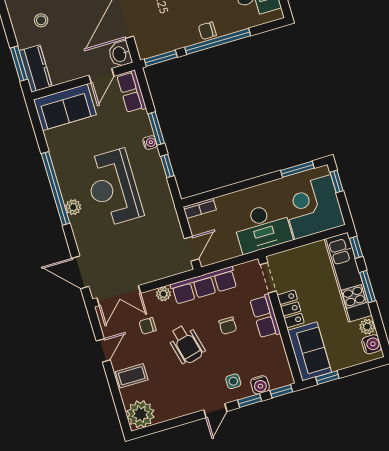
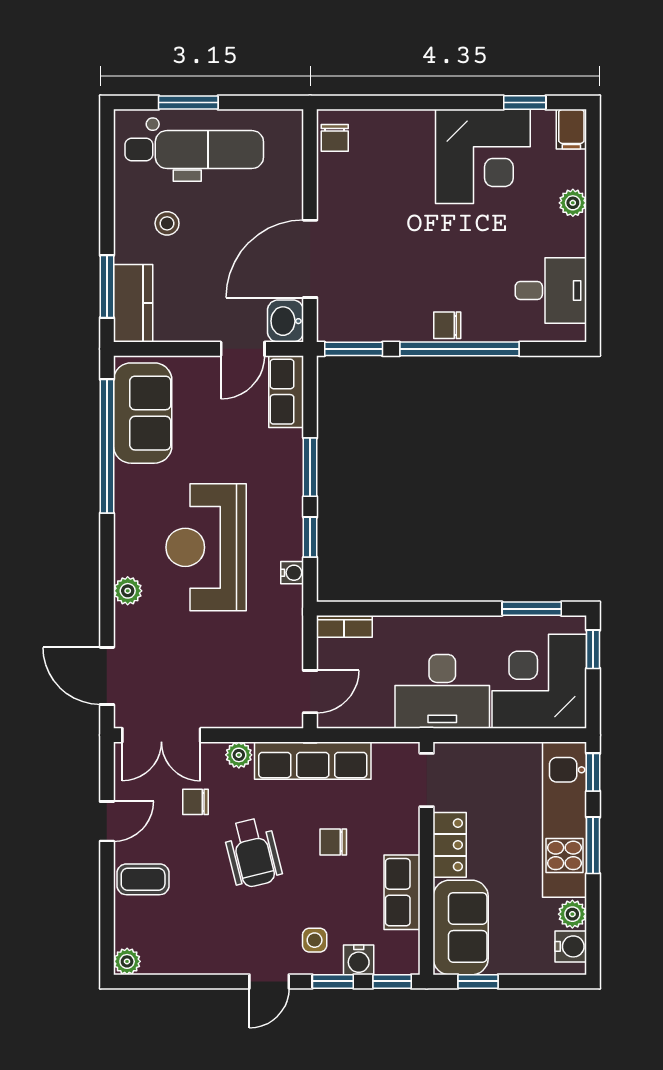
sofa: (65, 107) -> (143, 413), moved, turned -90
water cooler: (150, 143) -> (292, 573), moved
window: (56, 188) -> (107, 446), moved
plant: (73, 207) -> (128, 591), moved
row of seats: (265, 316) -> (402, 892), moved
chair: (228, 326) -> (333, 842), turned 90
plant: (141, 414) -> (127, 961), width x0.53, depth x0.53

